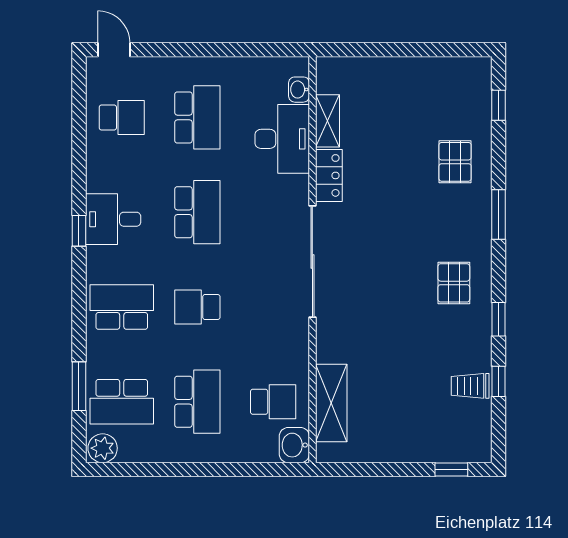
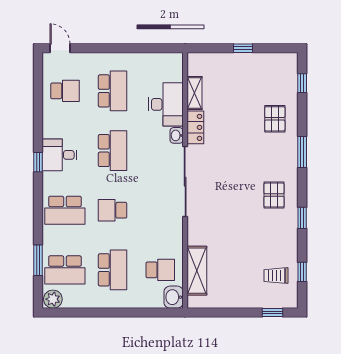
window: (405, 50) -> (243, 48), added
washbasin: (299, 90) -> (177, 135), moved
school desk: (122, 307) -> (65, 210), turned 180
window: (498, 381) -> (302, 272), moved
trolley: (470, 386) -> (276, 276), moved

